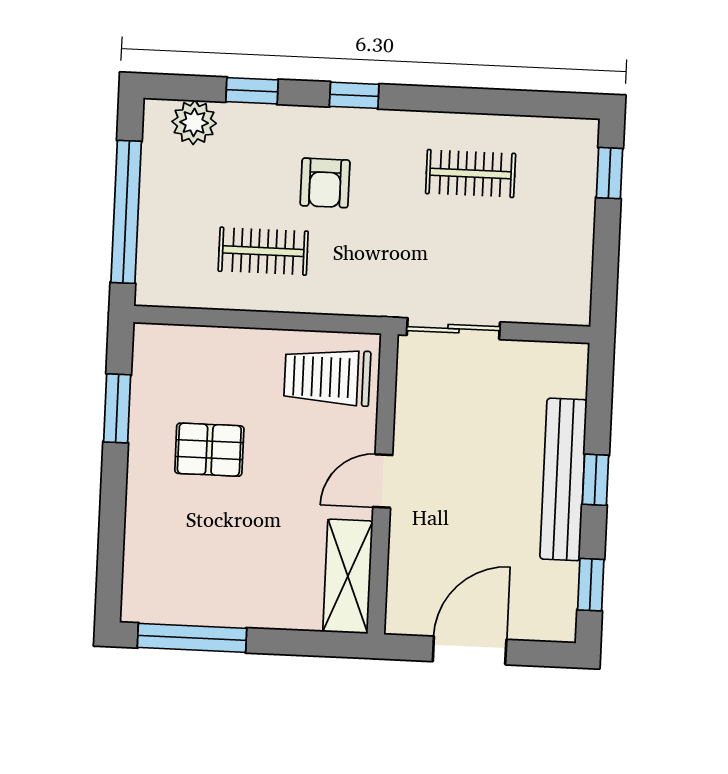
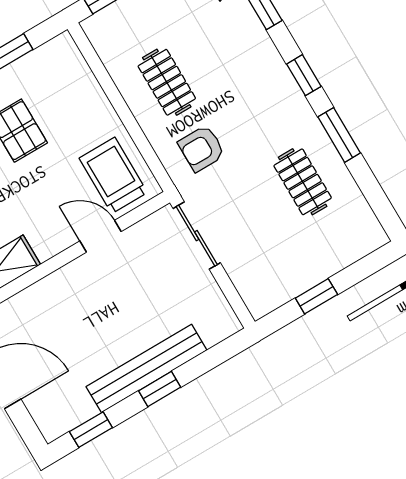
window: (445, 99) -> (339, 135), added
window: (609, 173) -> (316, 296), moved
armchair: (325, 183) -> (202, 148), moved
door: (383, 481) -> (101, 236), moved

